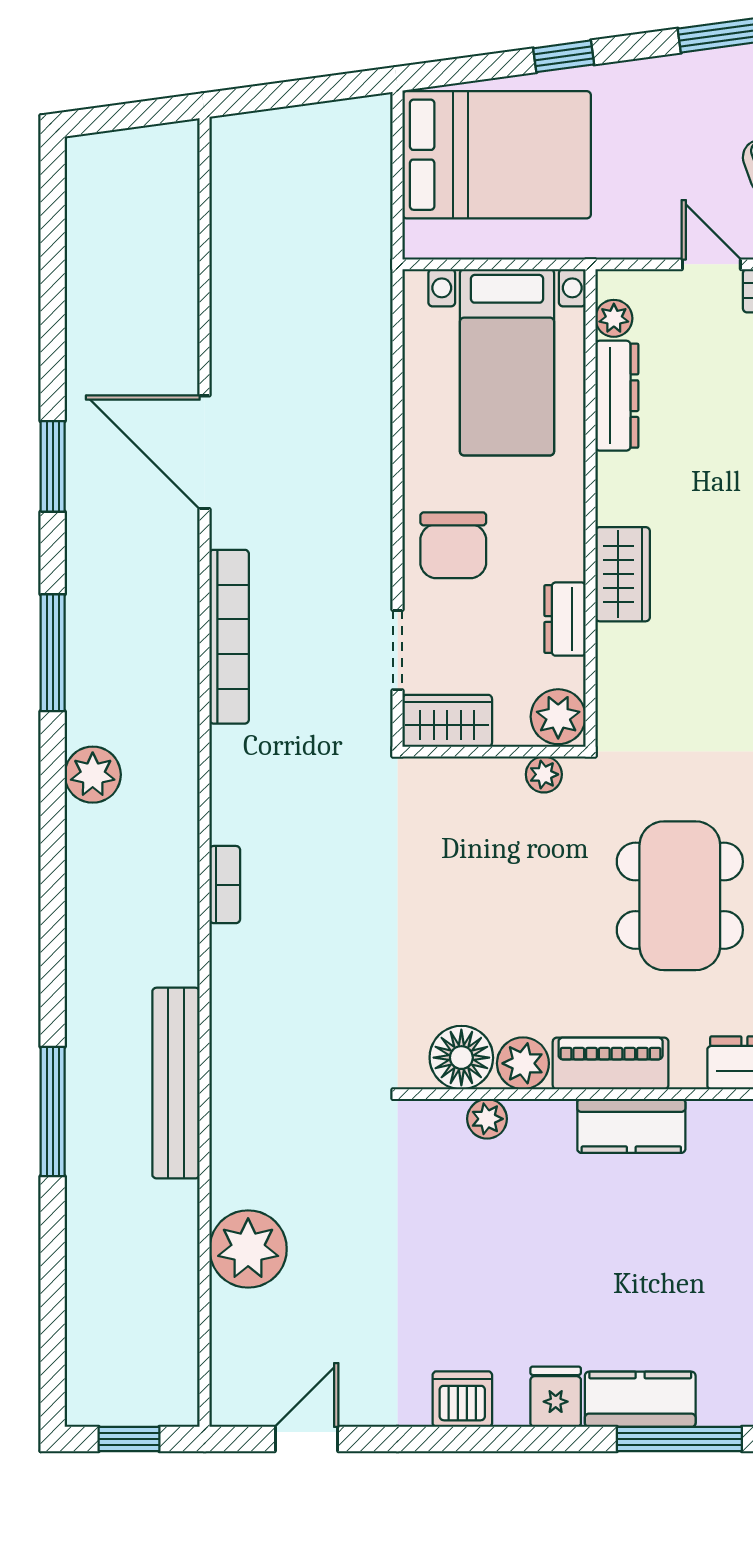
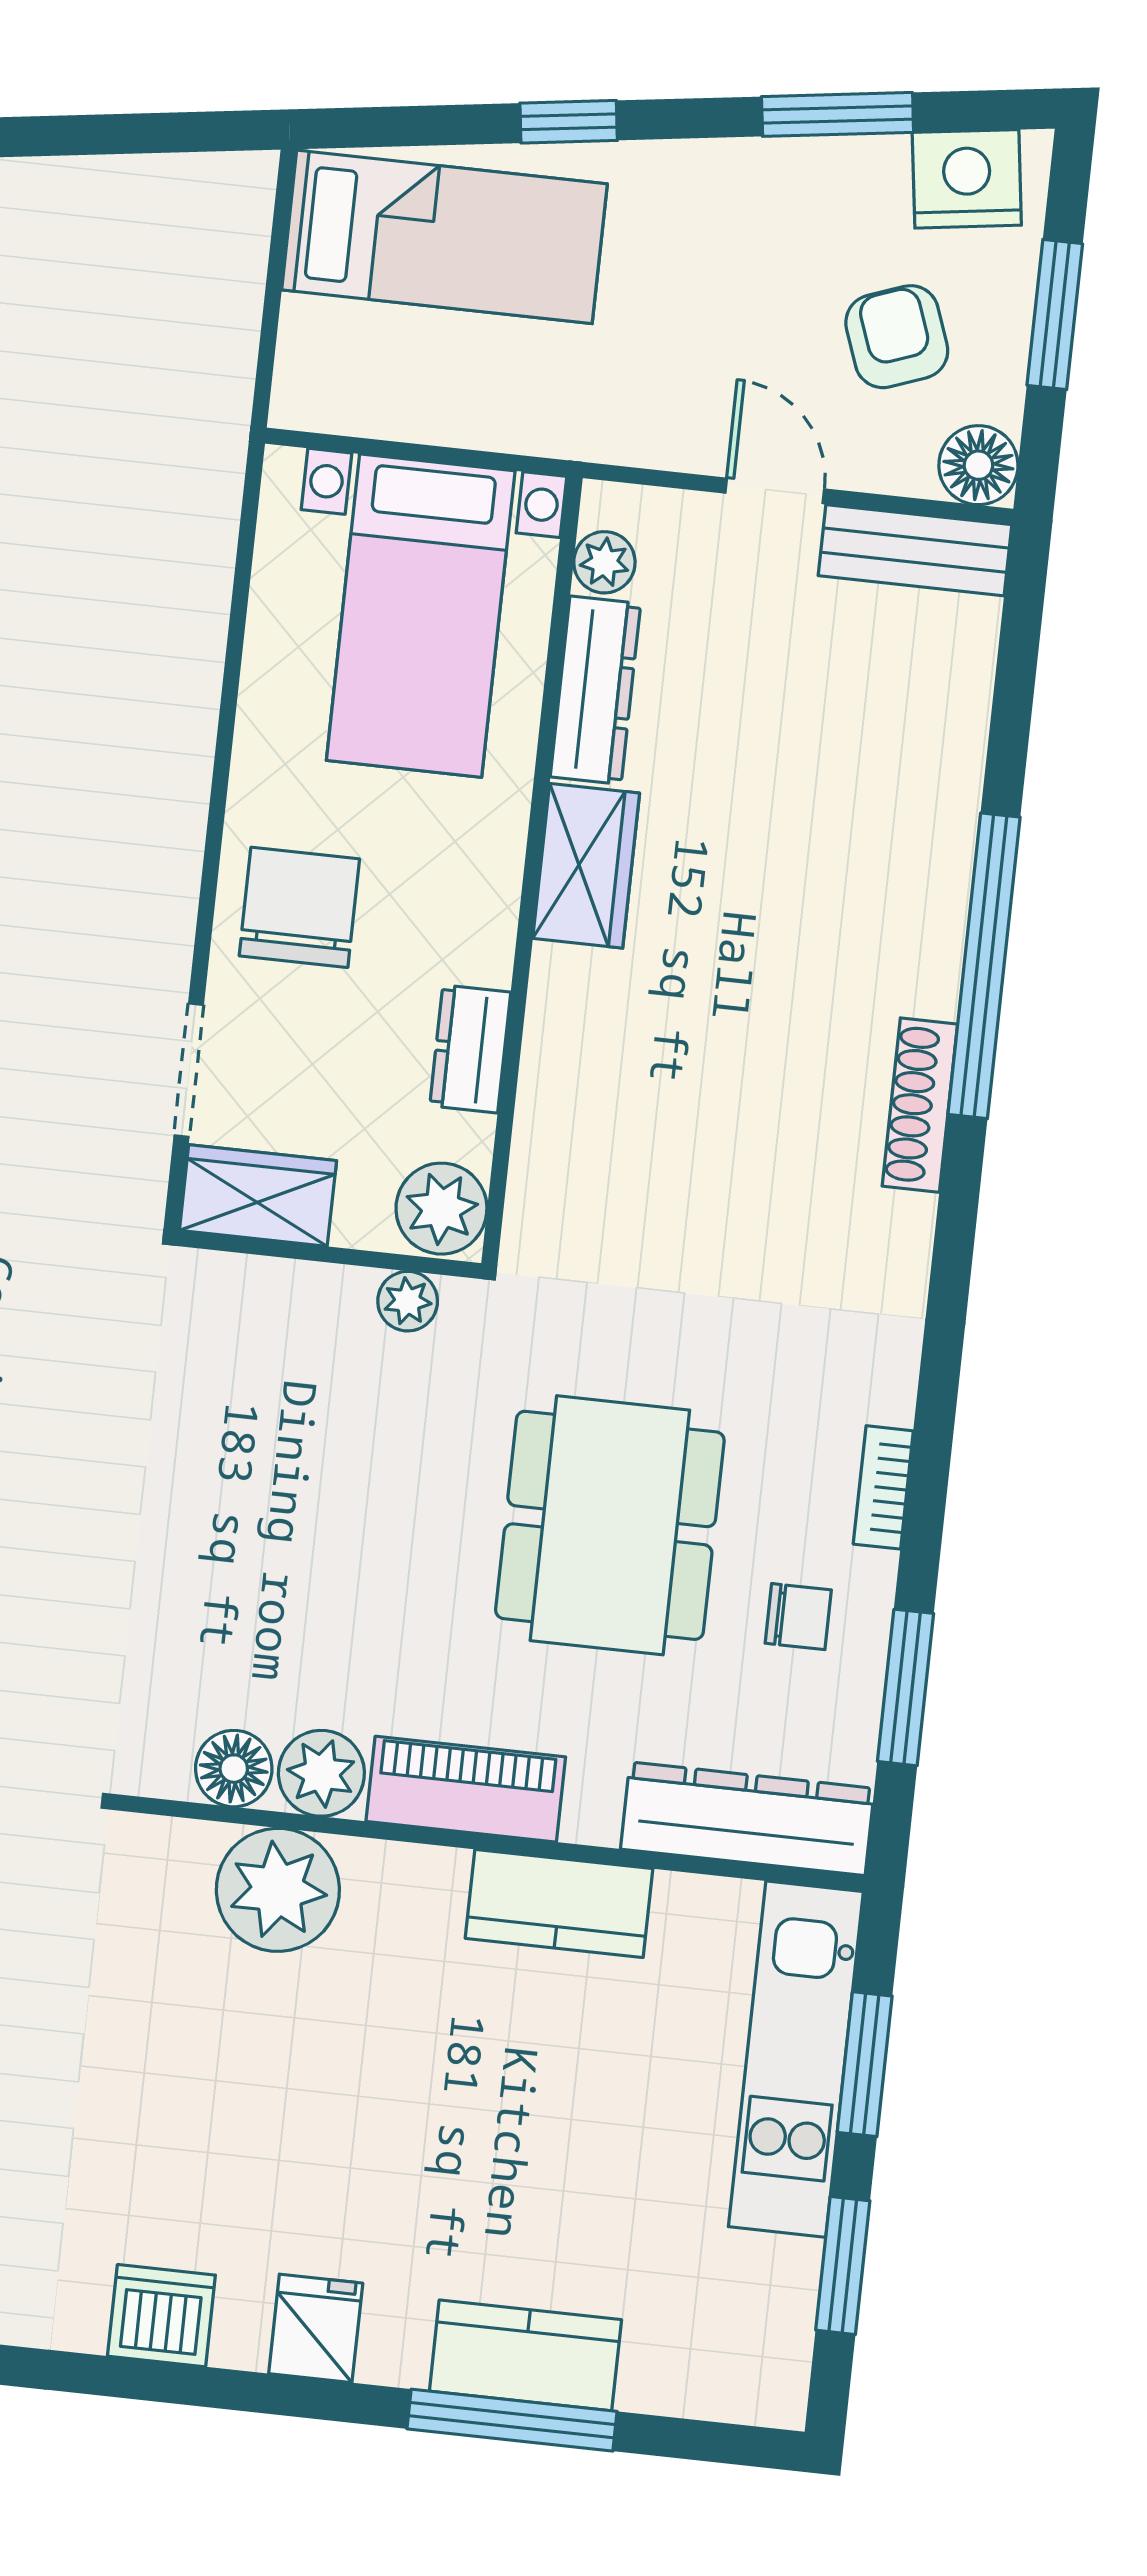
bed: (497, 155) -> (444, 237), width x0.67
chair: (453, 545) -> (299, 907), turned 180
wardrobe: (623, 574) -> (586, 866), moved
floor lamp: (461, 1058) -> (234, 1769), width x0.73, depth x0.73
plant: (487, 1119) -> (278, 1890), width x1.87, depth x1.87
kitchen counter: (631, 1126) -> (559, 1903), moved
kitchen counter: (640, 1399) -> (525, 2355), moved

